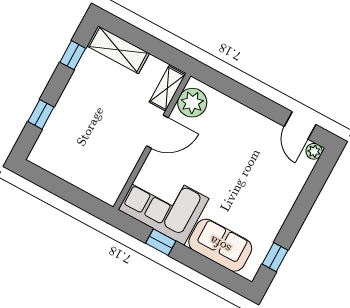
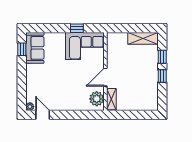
shelving: (118, 50) -> (143, 38), moved
window: (73, 55) -> (162, 76), moved
sofa: (220, 245) -> (35, 48), moved, turned -90

